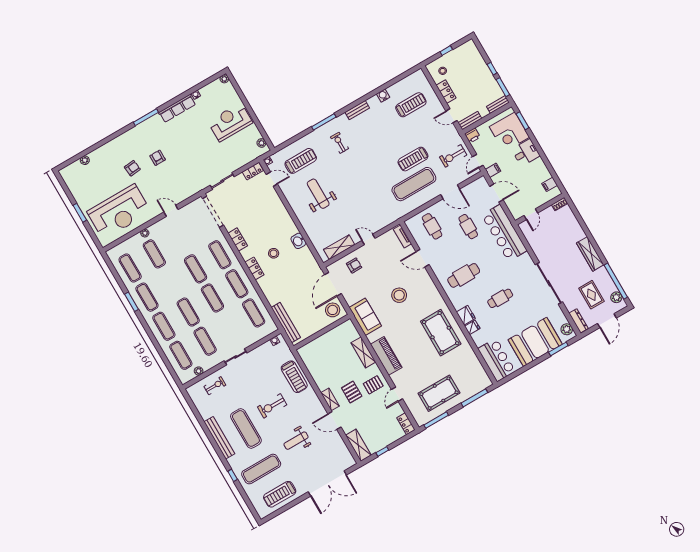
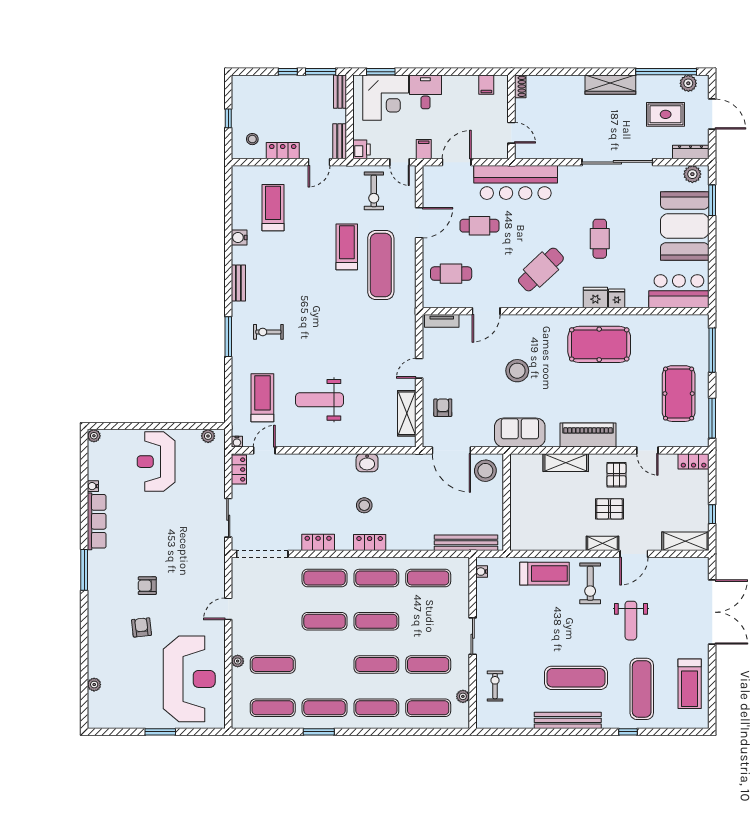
treadmill: (413, 159) -> (347, 247), turned 180
cafe table: (464, 275) -> (541, 270), turned 47
exercise bike: (272, 406) -> (590, 583), moved

